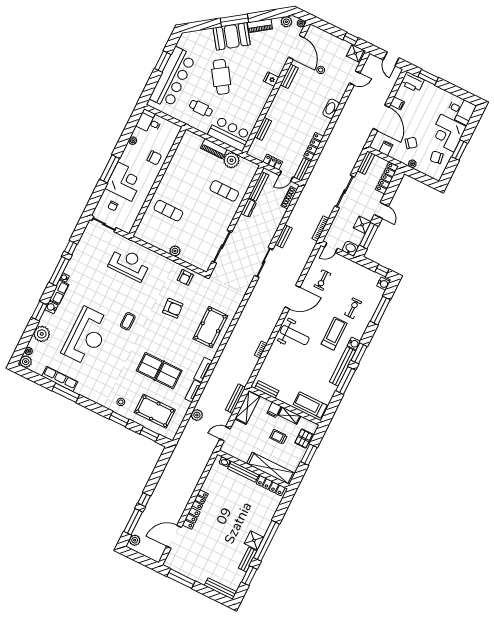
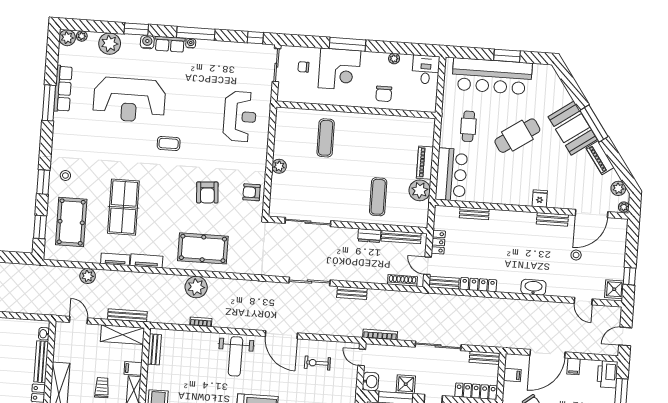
window: (71, 248) -> (255, 38), moved
plant: (235, 343) -> (196, 287), added

